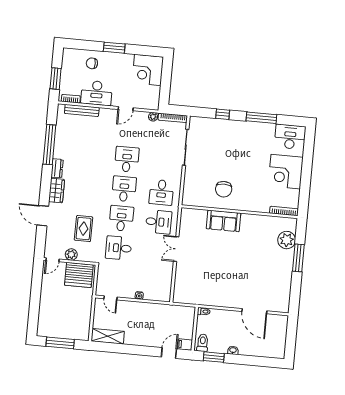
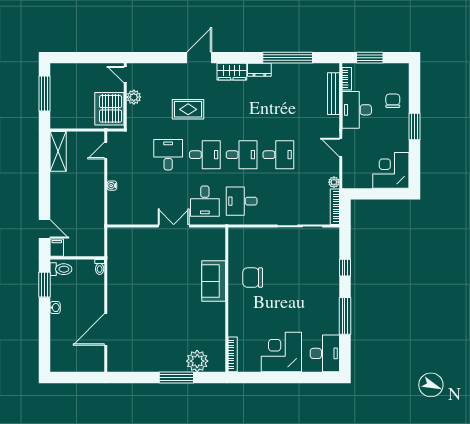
plant: (71, 255) -> (134, 97), moved
door: (52, 260) -> (125, 75), moved
wall: (70, 261) -> (125, 96), moved
server rack: (79, 275) -> (109, 109), moved

